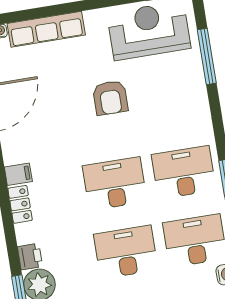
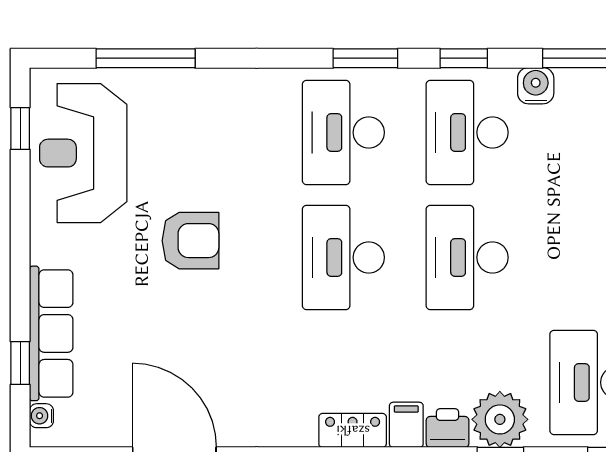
window: (27, 15) -> (20, 363), added
filing cabinet: (18, 174) -> (406, 425), moved

